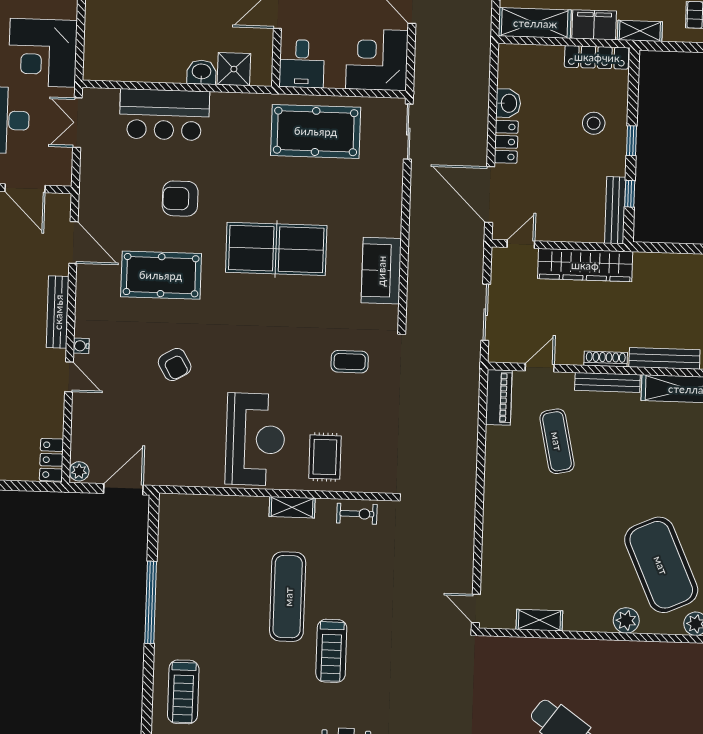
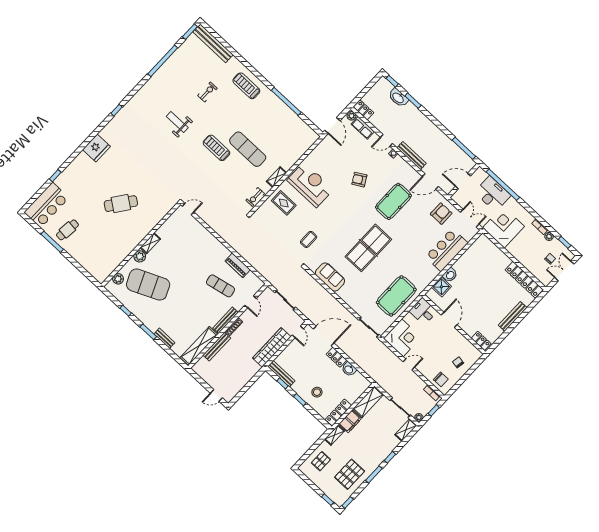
armchair: (180, 199) -> (441, 214), moved
piano: (499, 397) -> (238, 265), moved
row of seats: (82, 435) -> (363, 128), added
reception desk: (255, 439) -> (310, 185), turned 180
shelving: (539, 620) -> (150, 243), moved

